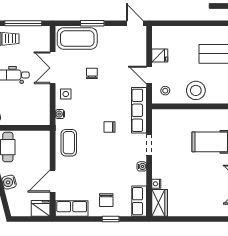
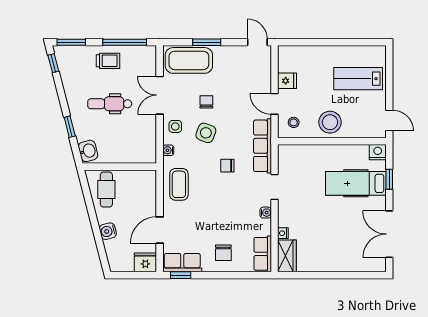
side table: (91, 99) -> (206, 133), added
window: (111, 219) -> (181, 275), moved

